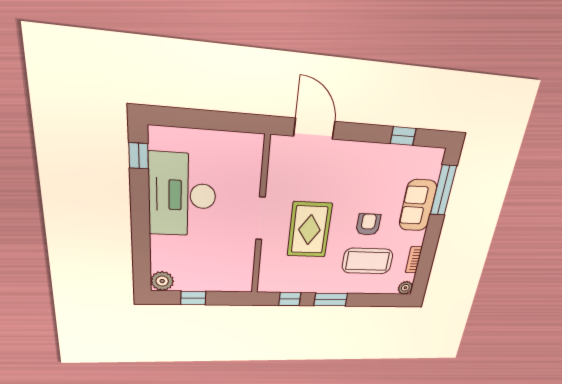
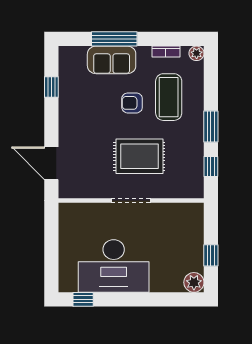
door: (314, 129) -> (51, 163), hinge flipped
window: (443, 190) -> (114, 39), moved

